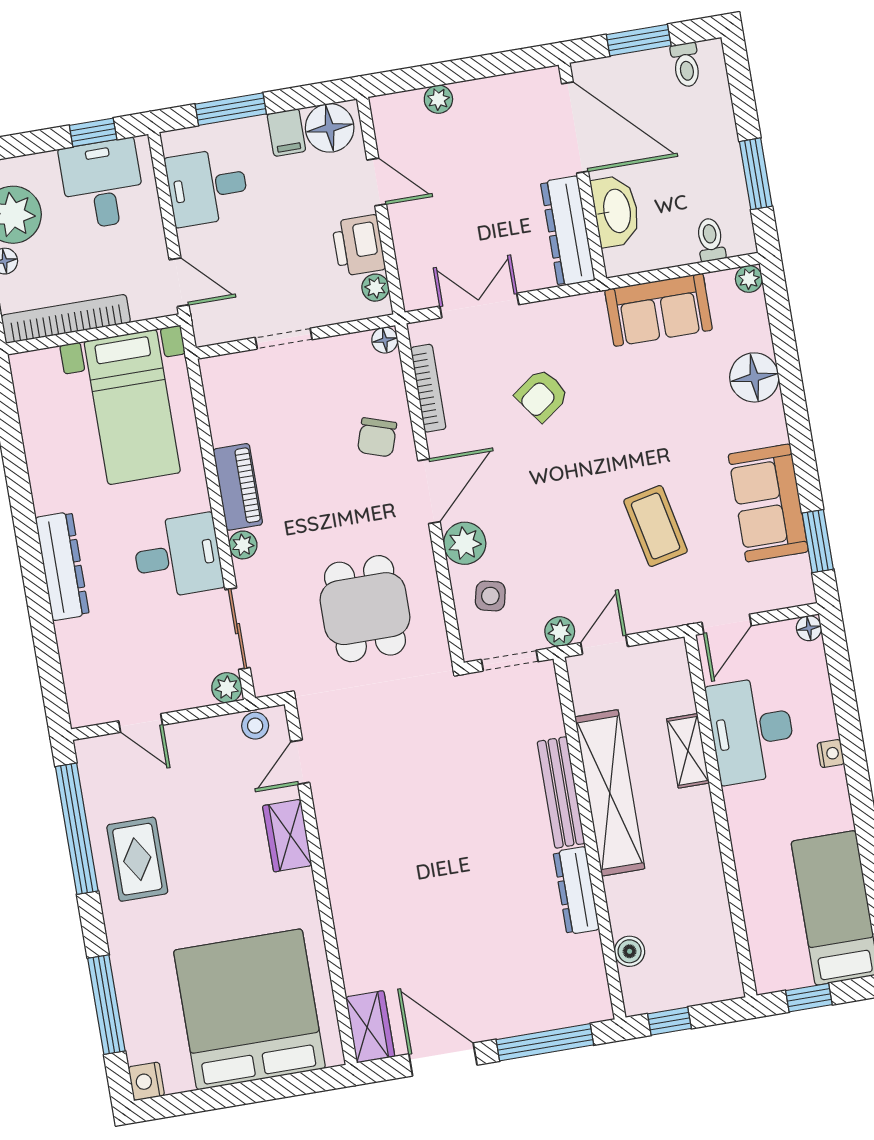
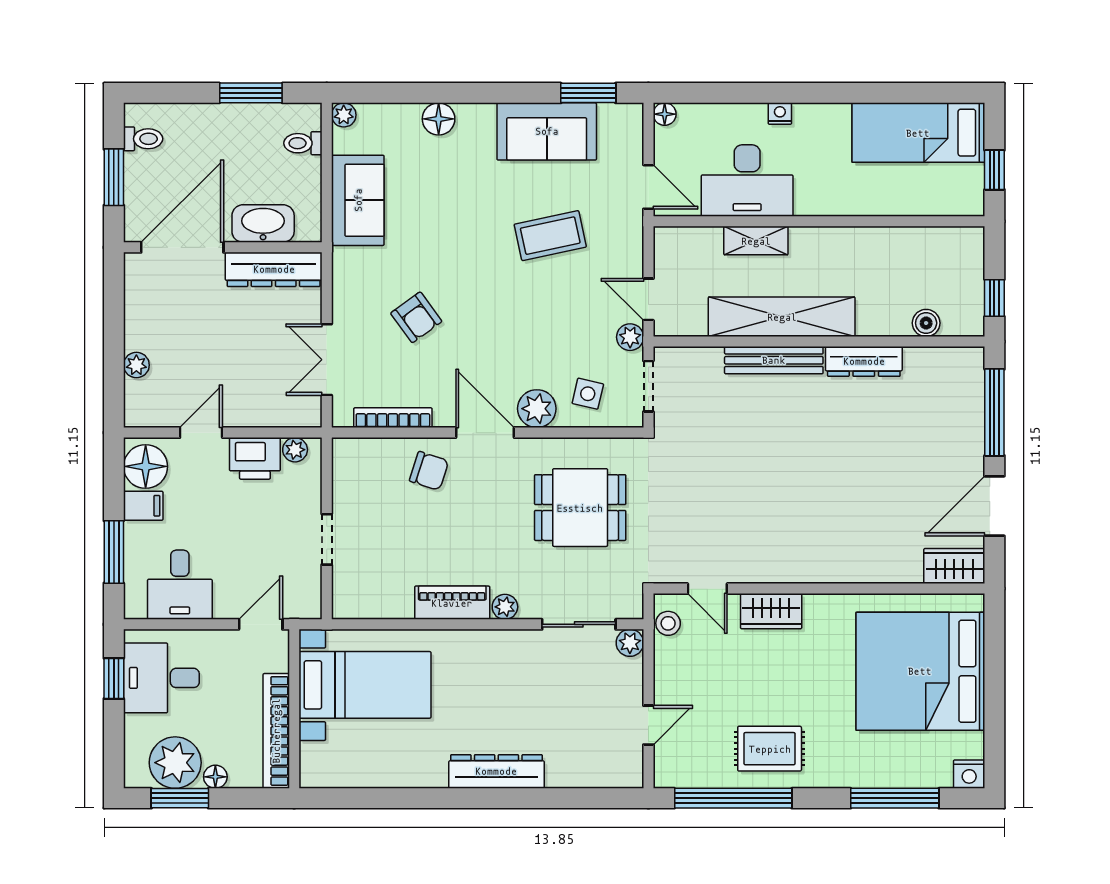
floor lamp: (385, 340) -> (343, 449), removed
floor lamp: (754, 377) -> (439, 119), width x0.73, depth x0.73
desk: (178, 556) -> (505, 667), removed

